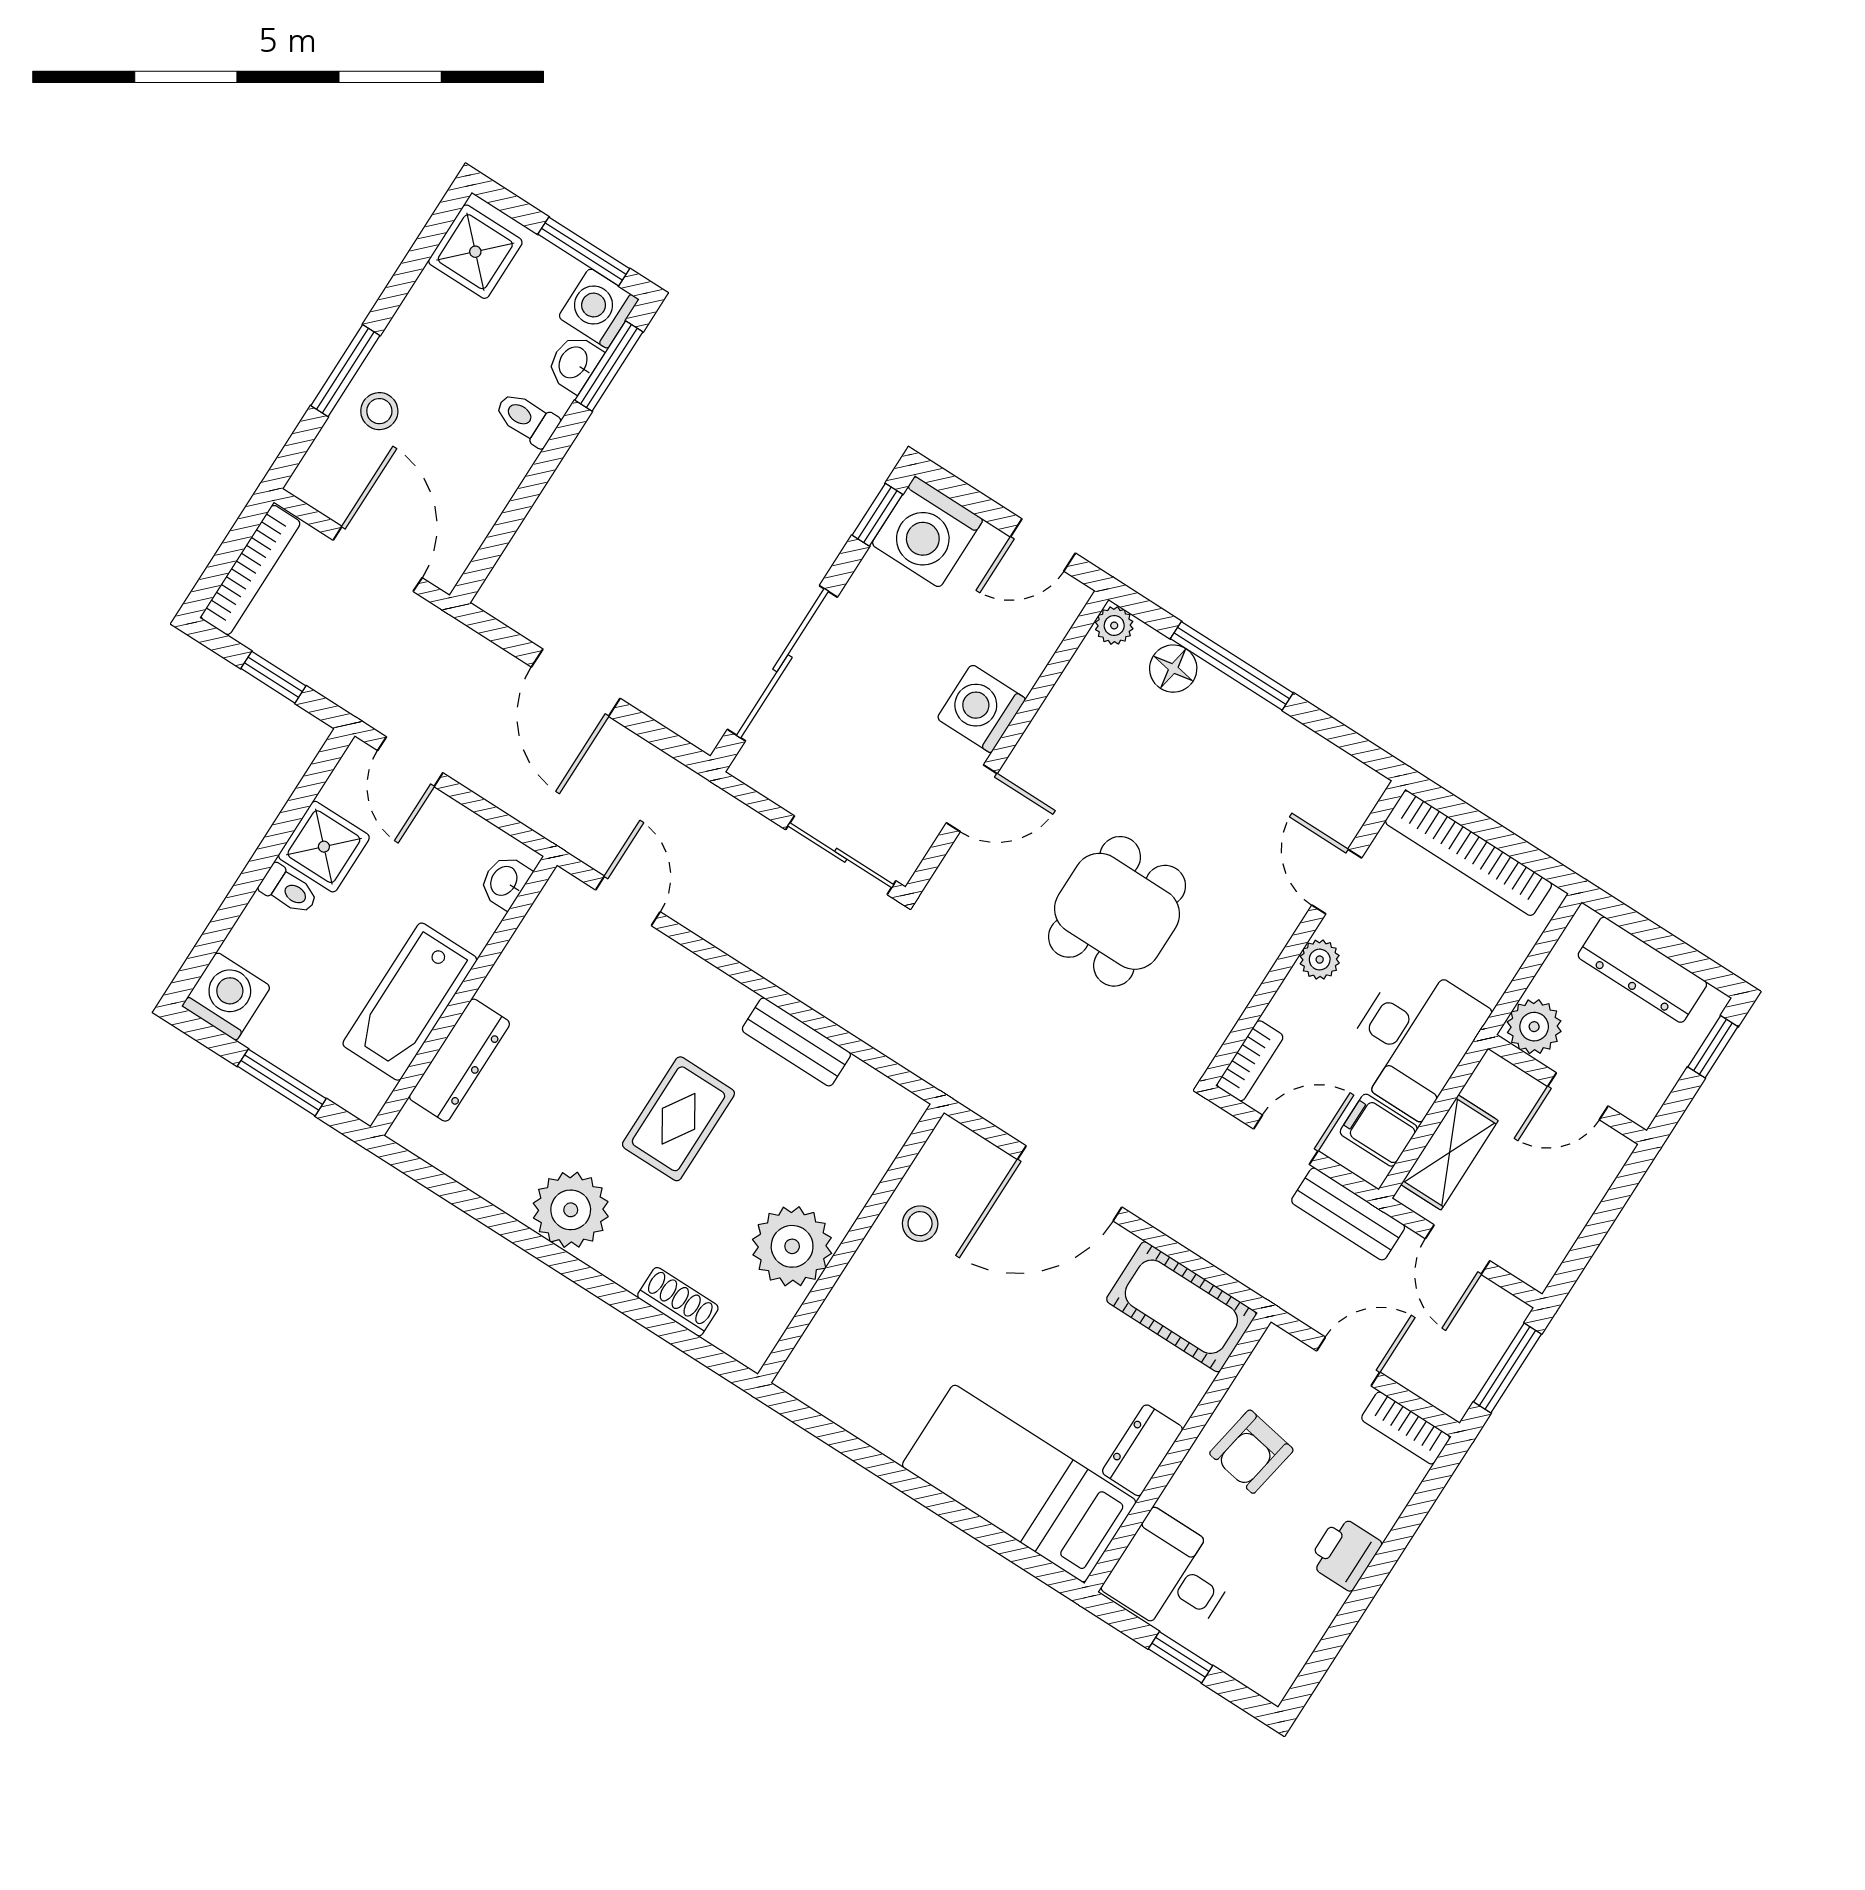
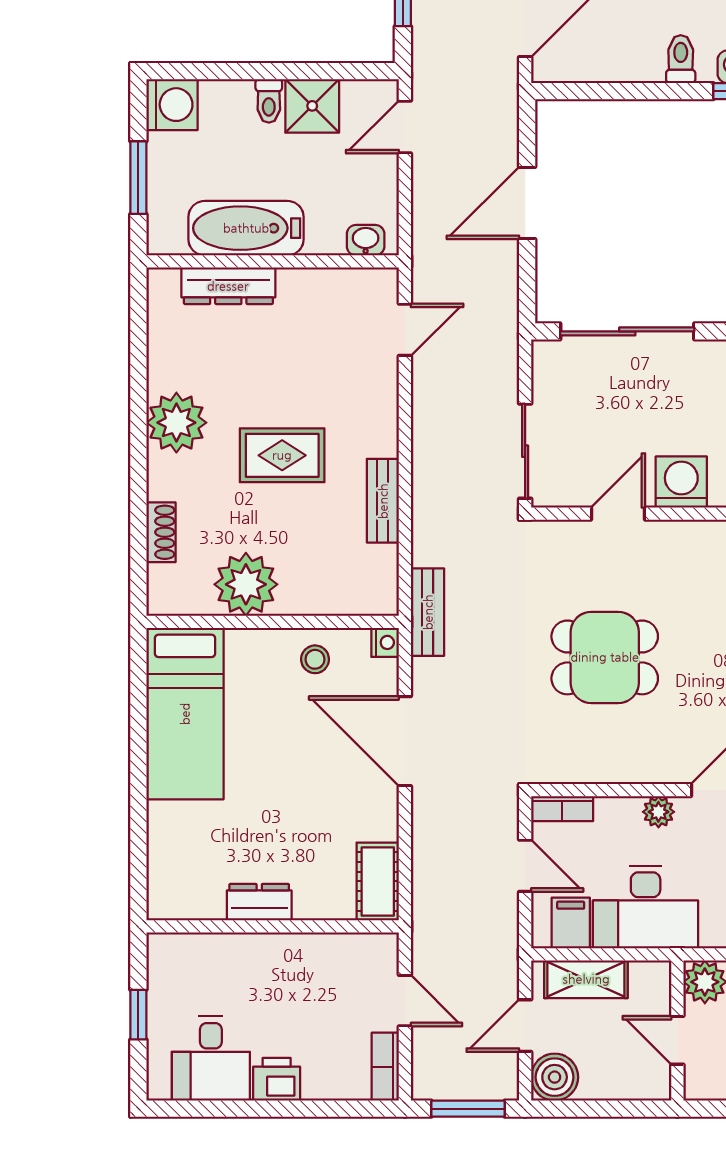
door: (972, 798) -> (618, 514), swing flipped
nightstand: (950, 1137) -> (385, 642), added
bench: (1348, 1214) -> (428, 612), moved
boiler: (1533, 1253) -> (555, 1077), added
cot: (1181, 1307) -> (378, 881), width x0.73, depth x0.75
armchair: (1251, 1452) -> (304, 975), removed
bed: (1019, 1484) -> (185, 714), moved, turned 180
desk: (1171, 1576) -> (211, 1059), moved, turned 180

